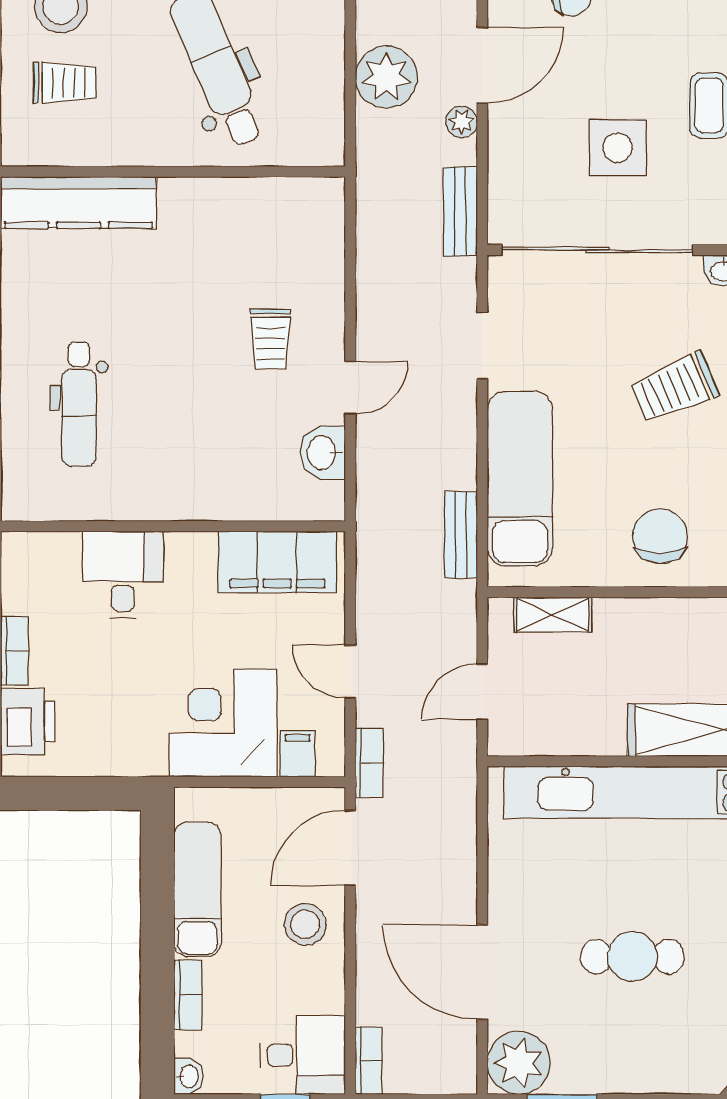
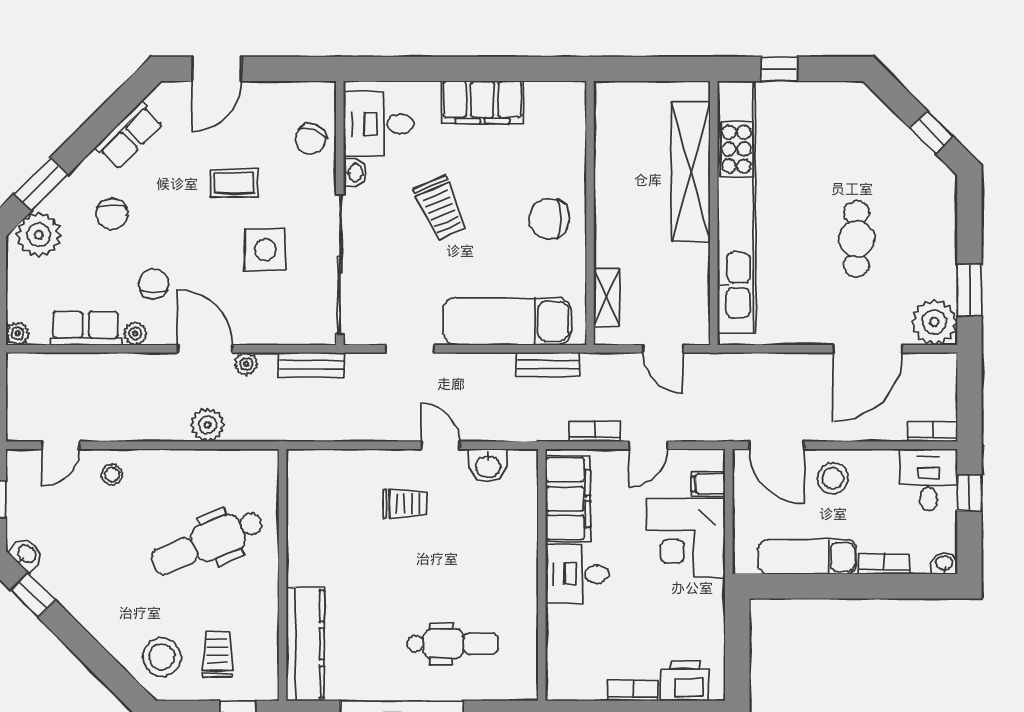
plant: (386, 77) -> (207, 425), width x0.73, depth x0.73
desk: (123, 575) -> (577, 574), moved
bookcase: (369, 763) -> (595, 431), moved

